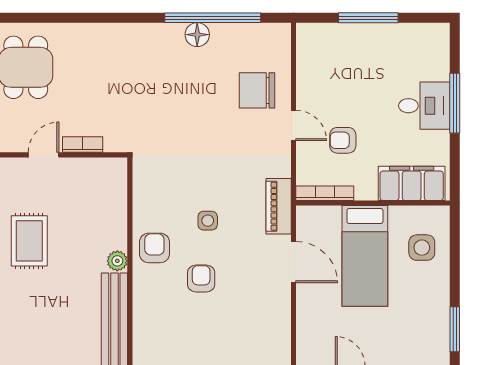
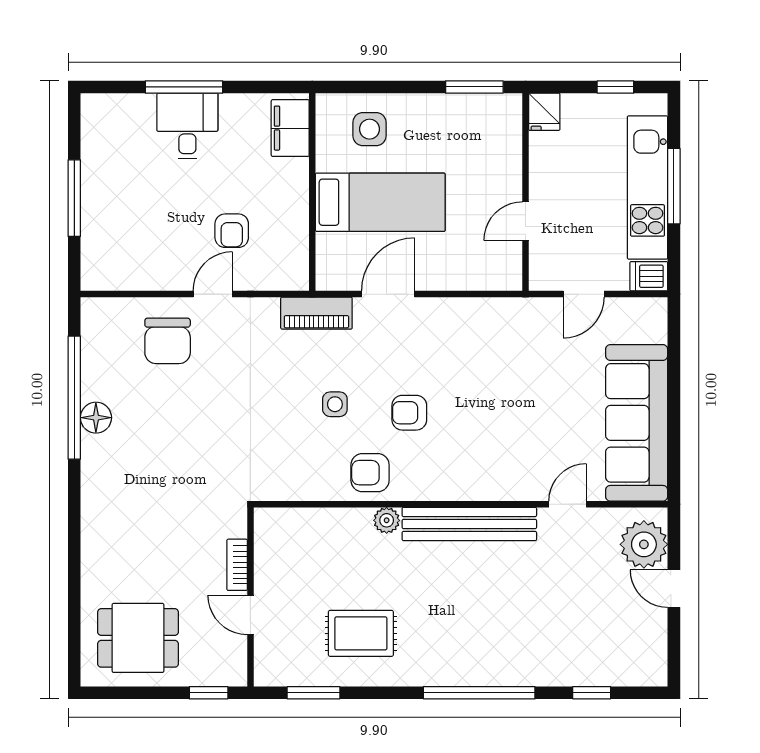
filing cabinet: (412, 183) -> (290, 128), width x0.67, depth x0.86
bookcase: (325, 193) -> (300, 254), removed

